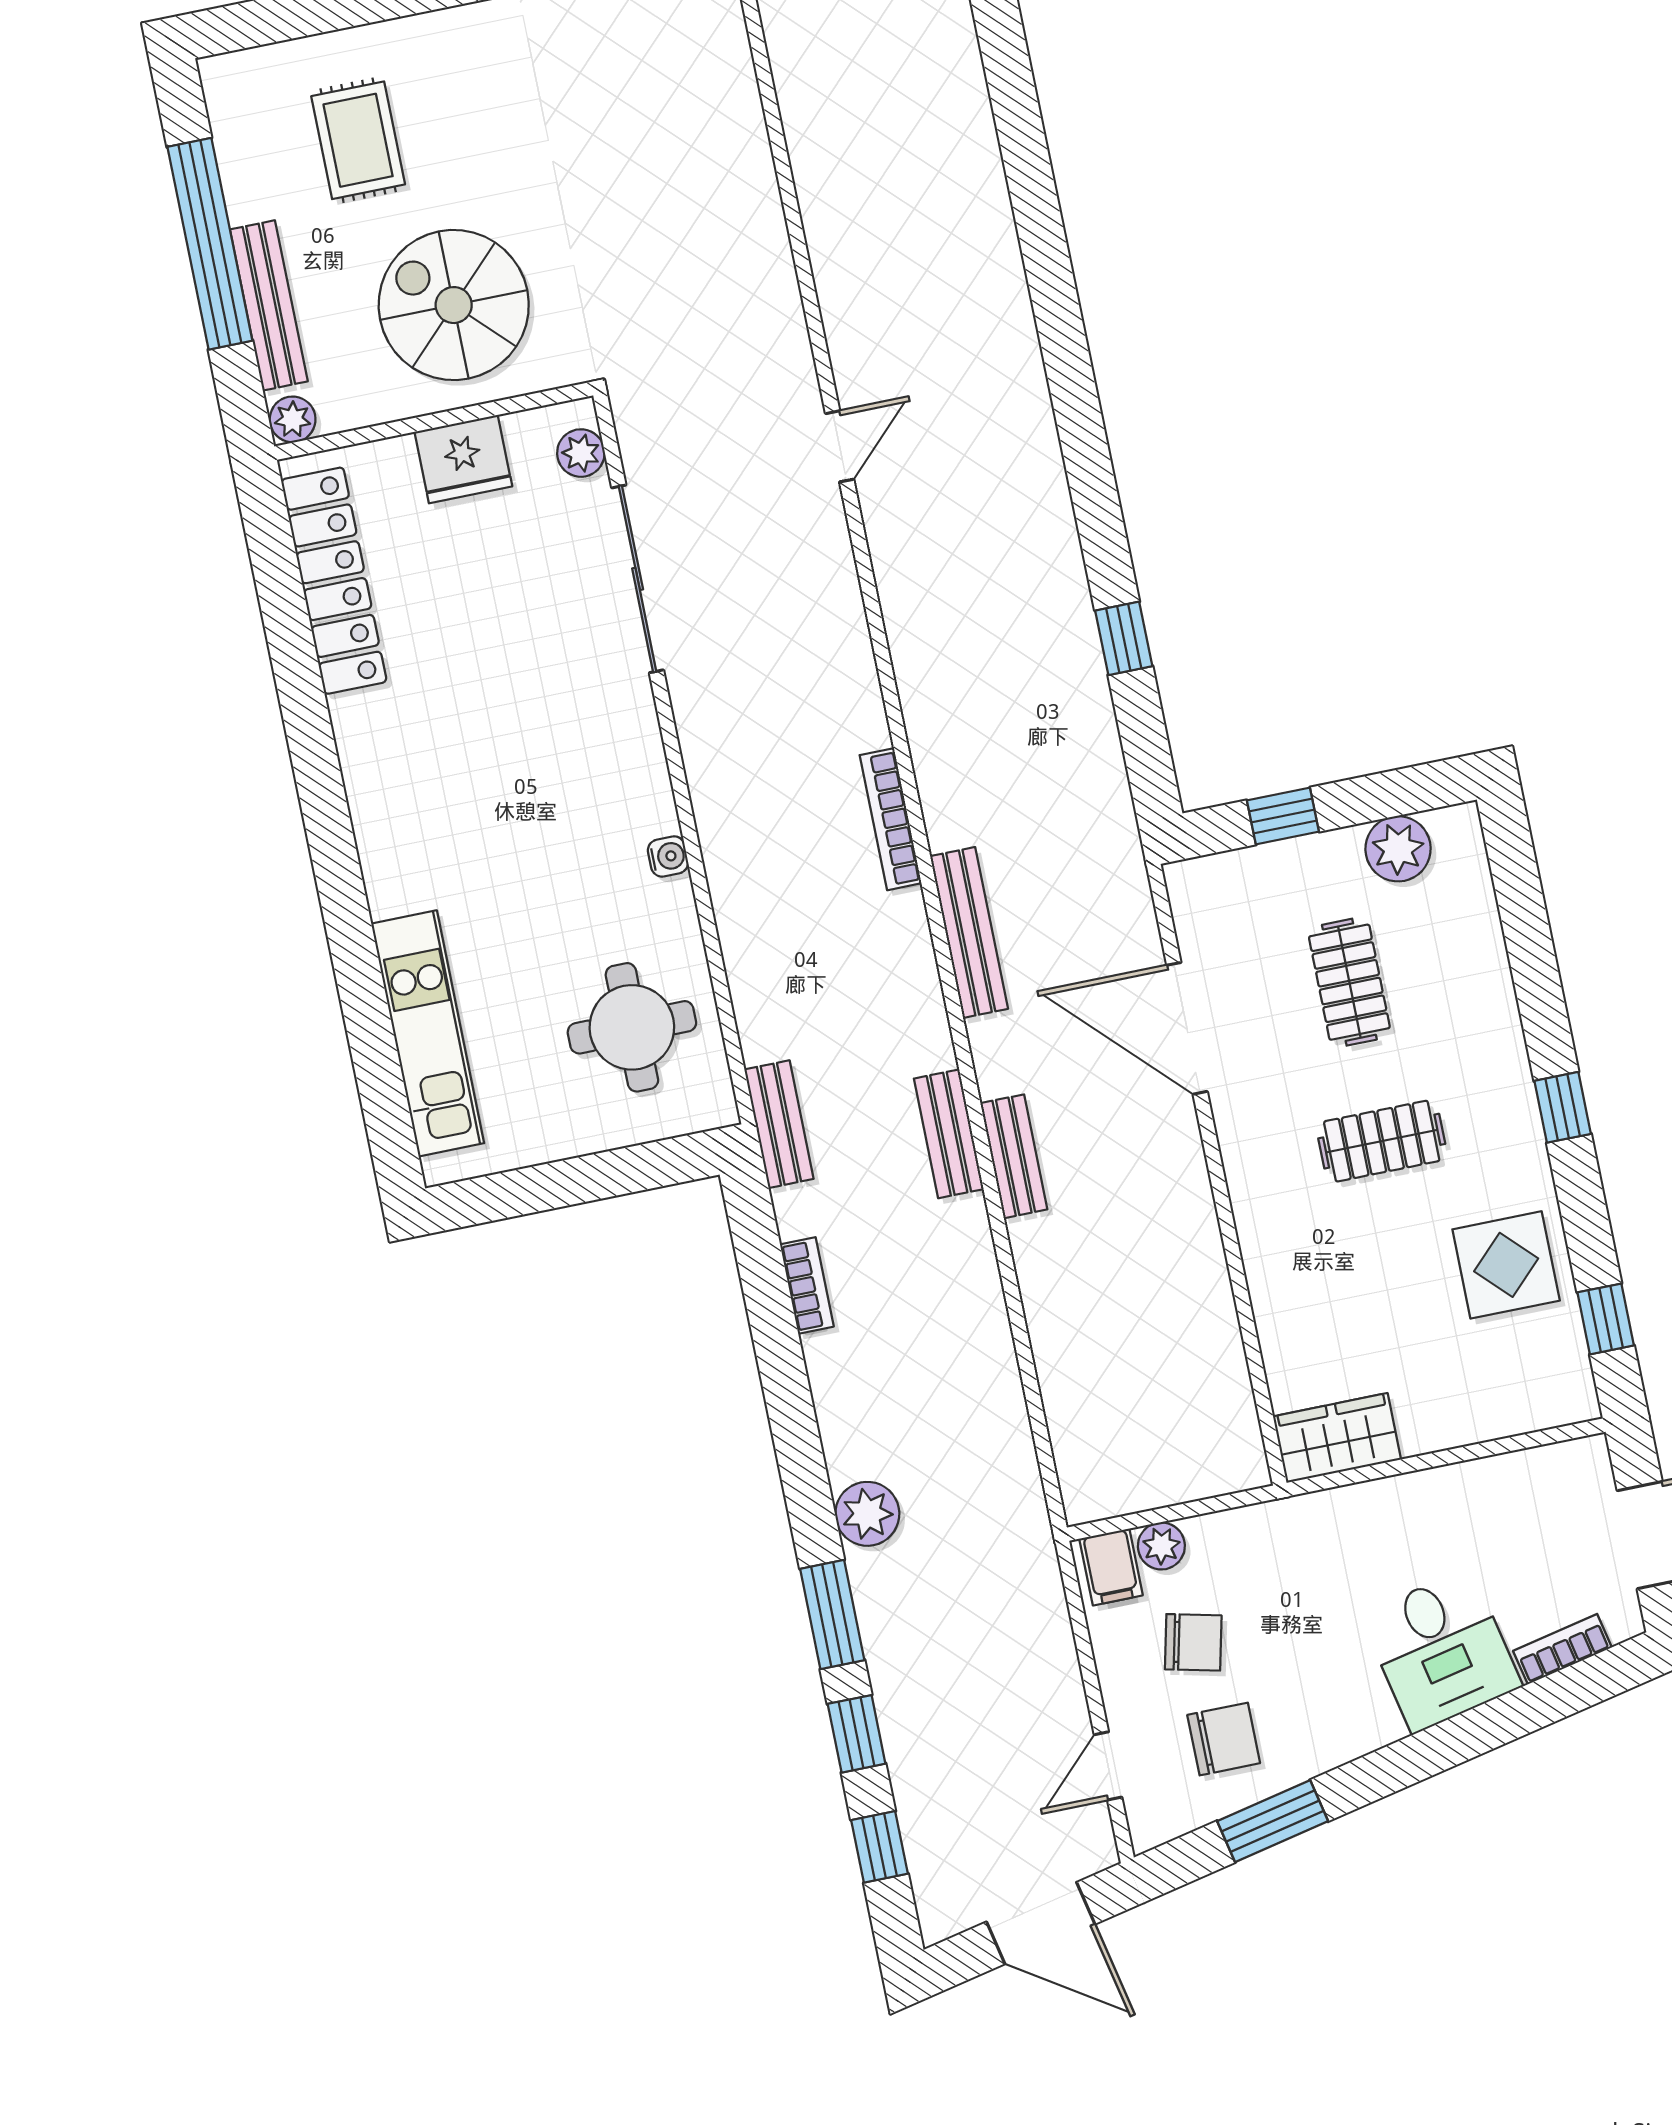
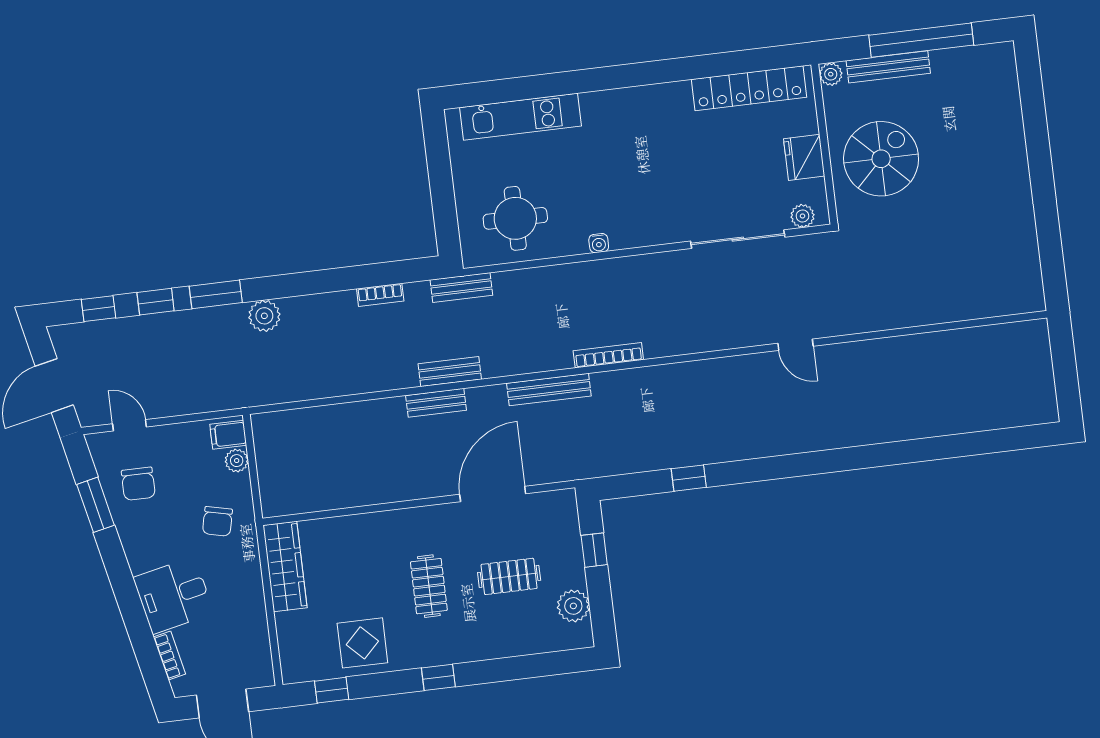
rug: (358, 140) -> (967, 118), removed
wardrobe: (1337, 1438) -> (285, 567), width x1.50
chair: (1193, 1642) -> (217, 521), moved

